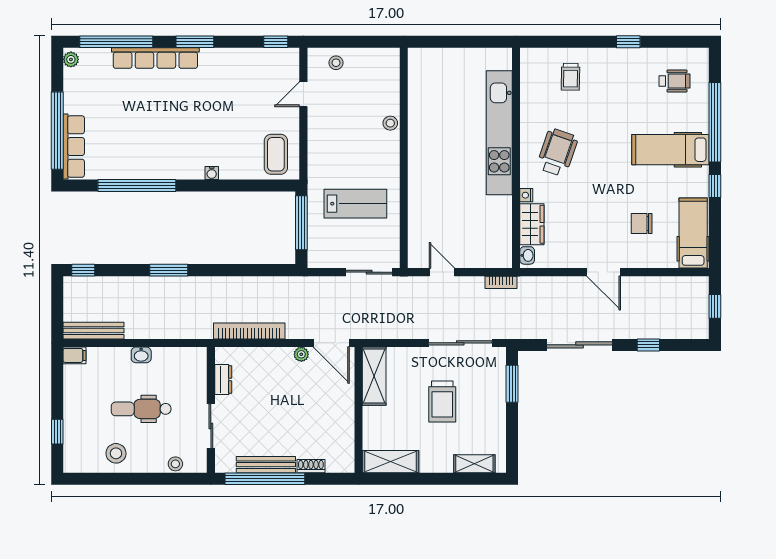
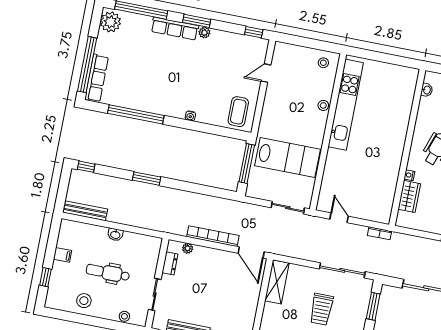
plant: (209, 56) -> (204, 33), added
row of seats: (155, 58) -> (175, 29), width x0.73
plant: (71, 59) -> (110, 22), width x1.88, depth x1.88
stool: (336, 63) -> (323, 63), moved
kitchen unit: (499, 133) -> (346, 105), moved, turned 180
lab bench: (355, 204) -> (288, 157), width x1.36, depth x1.39
washbasin: (527, 255) -> (427, 90), moved
bookcase: (249, 331) -> (213, 236), moved
plant: (301, 354) -> (188, 248), moved
filing cabinet: (74, 355) -> (62, 255), moved

